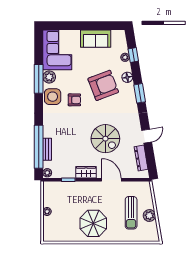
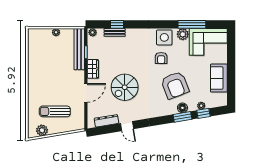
window: (39, 79) -> (192, 24), moved
window: (140, 93) -> (182, 117), moved
window: (39, 147) -> (117, 24), width x0.32
bench: (65, 187) -> (79, 49), added
plant: (149, 216) -> (42, 130), moved
parasol: (93, 223) -> (45, 76), removed

